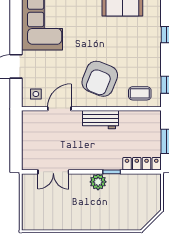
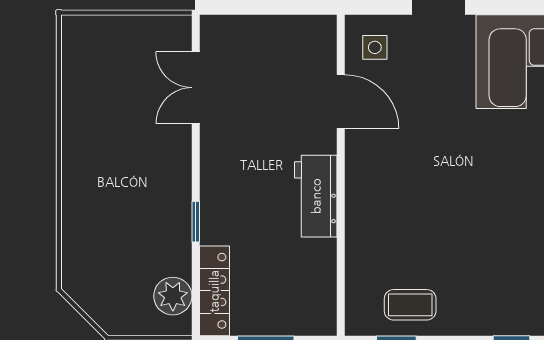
armchair: (100, 79) -> (410, 194), removed
coffee table: (140, 93) -> (410, 305), moved, turned 90
plant: (98, 182) -> (173, 296), moved

